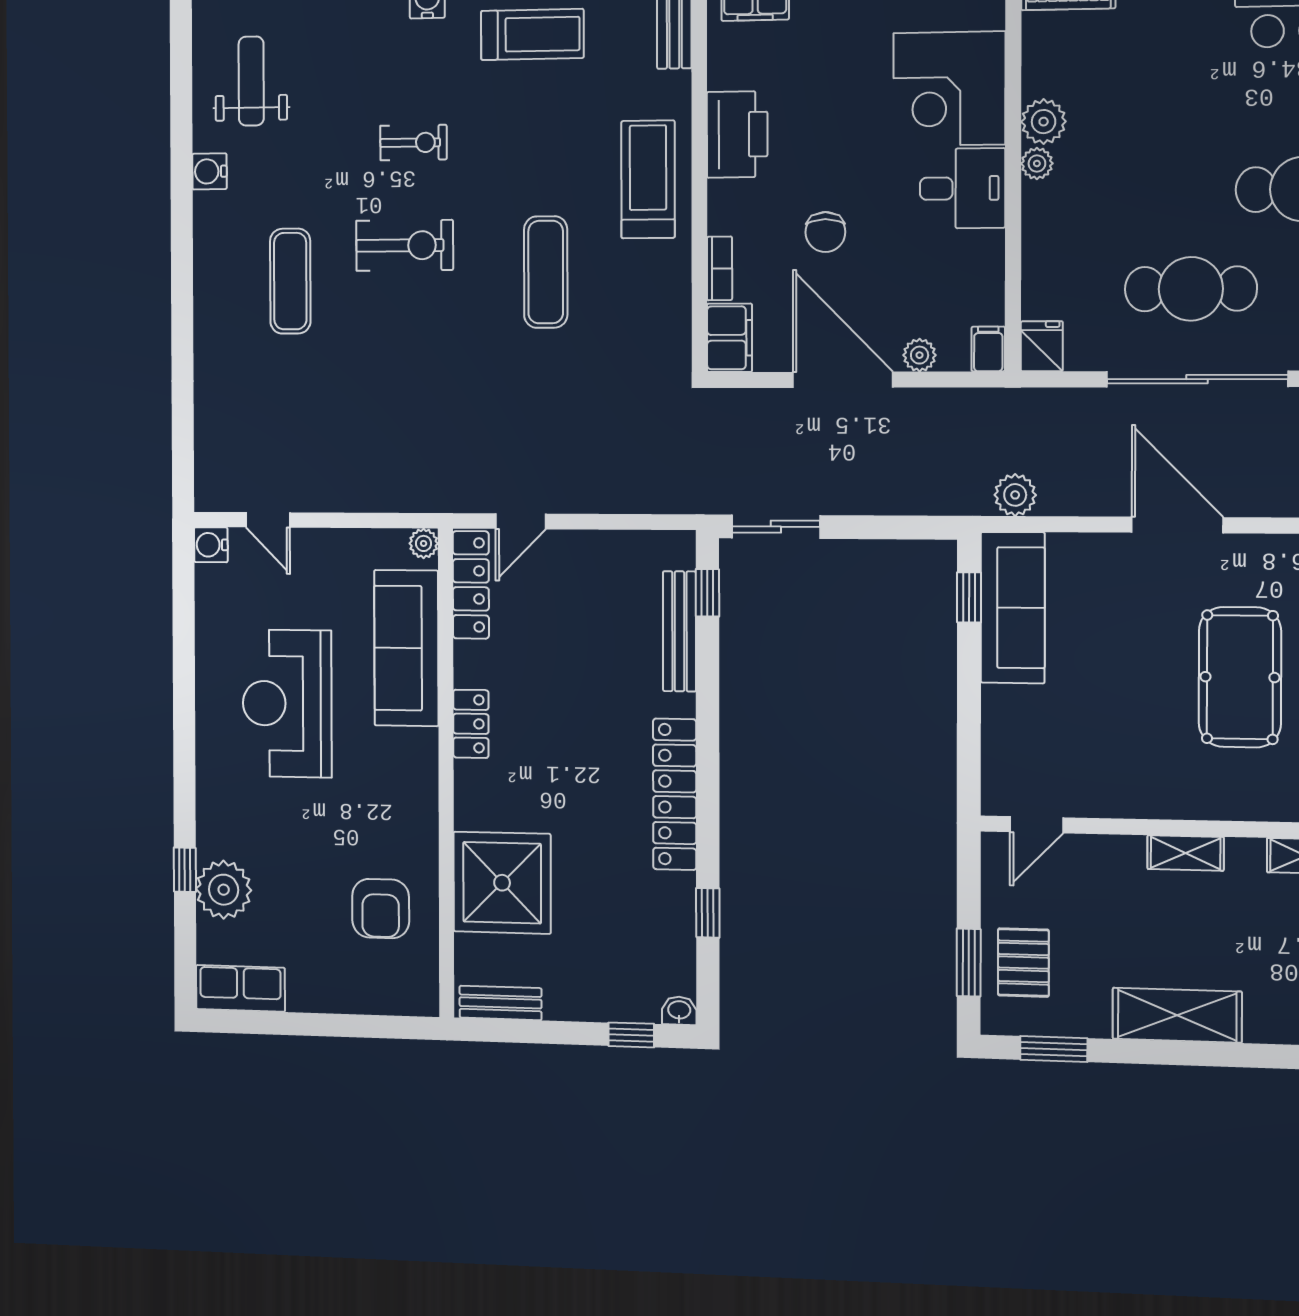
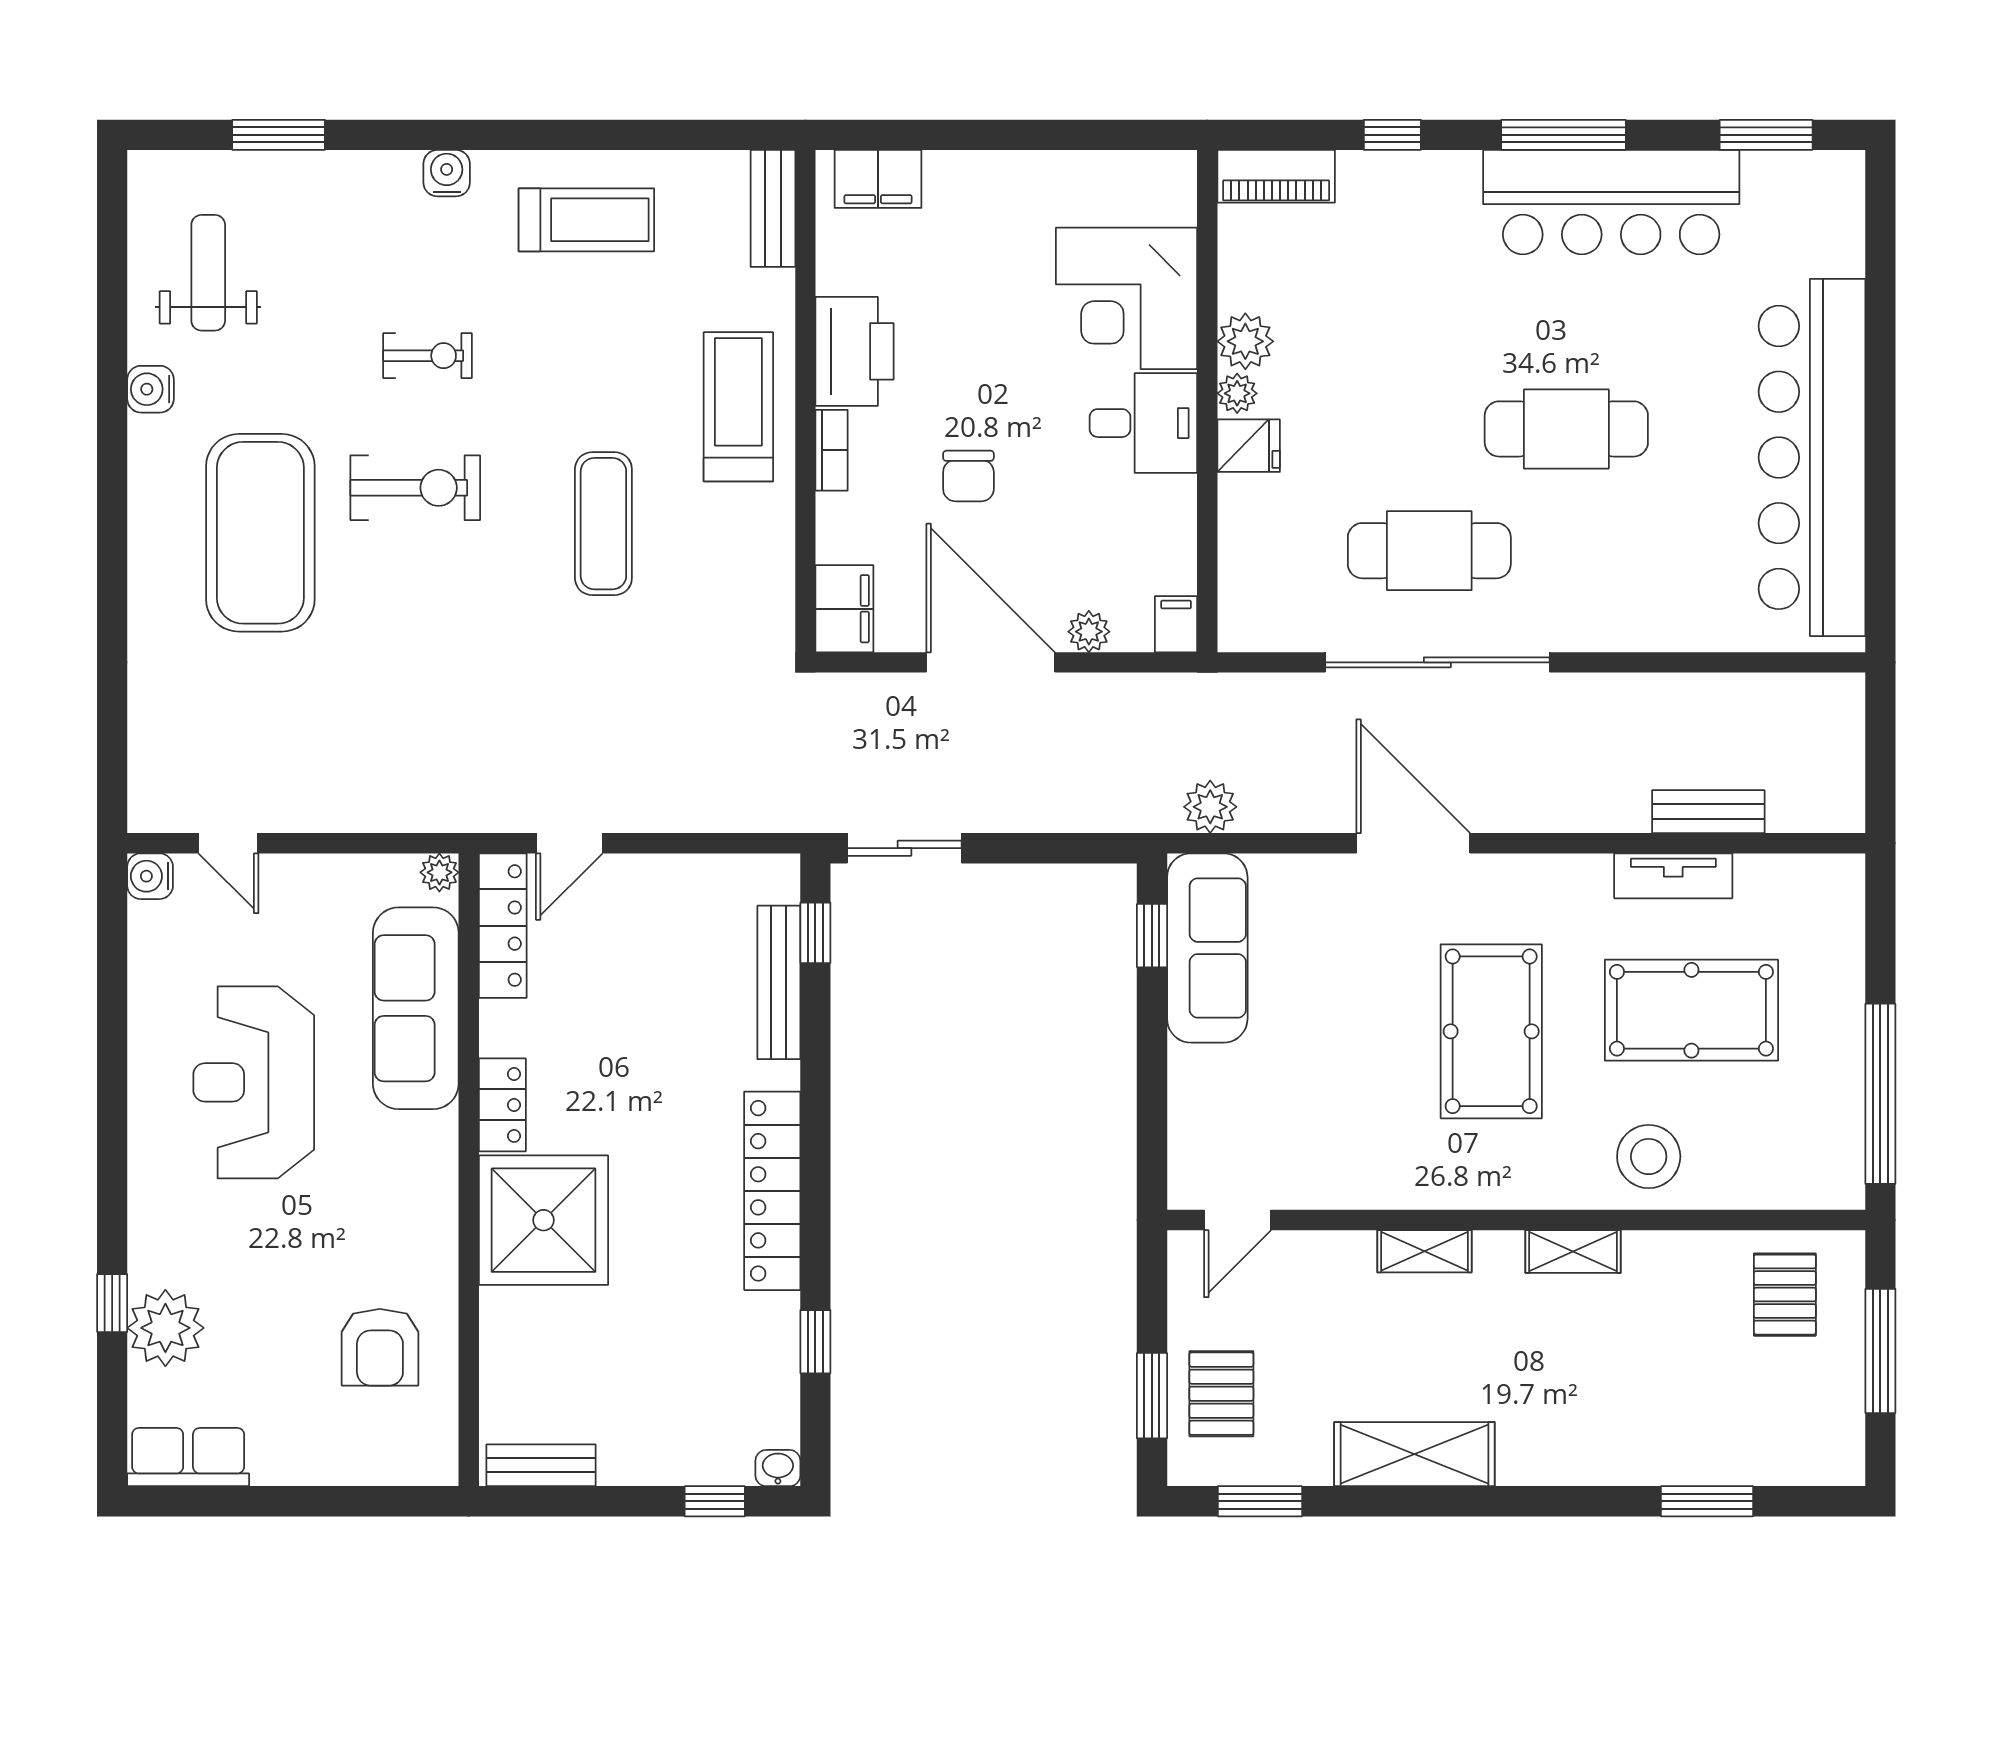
bookcase: (720, 268) -> (832, 450), moved
exercise mat: (290, 281) -> (260, 533), width x2.00, depth x1.45
fridge: (1042, 346) -> (1249, 446), moved, turned 90
shower: (502, 883) -> (544, 1220), moved

